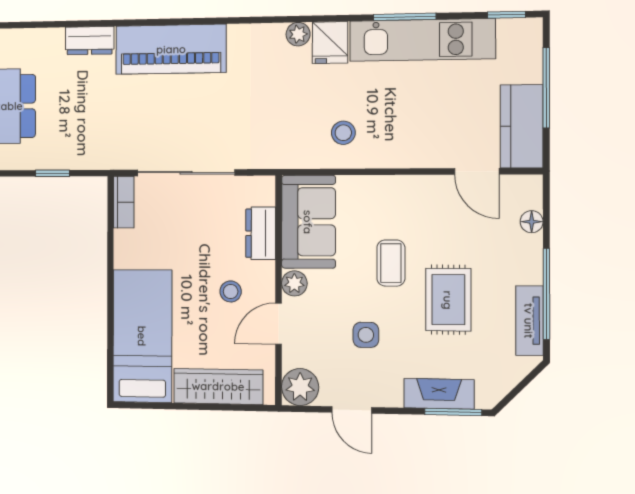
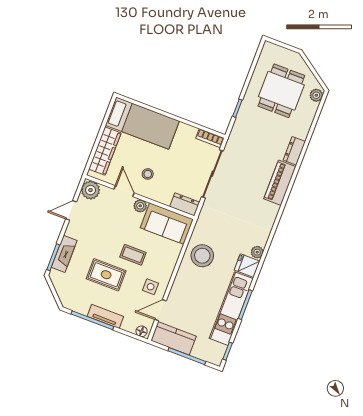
piano: (171, 49) -> (280, 183), width x0.73, depth x0.75
stool: (343, 133) -> (202, 256), width x1.89, depth x1.89
floor lamp: (532, 222) -> (142, 331), moved
dresser: (261, 233) -> (185, 204), moved
tv unit: (529, 321) -> (105, 316), moved
side table: (366, 335) -> (151, 287), moved

